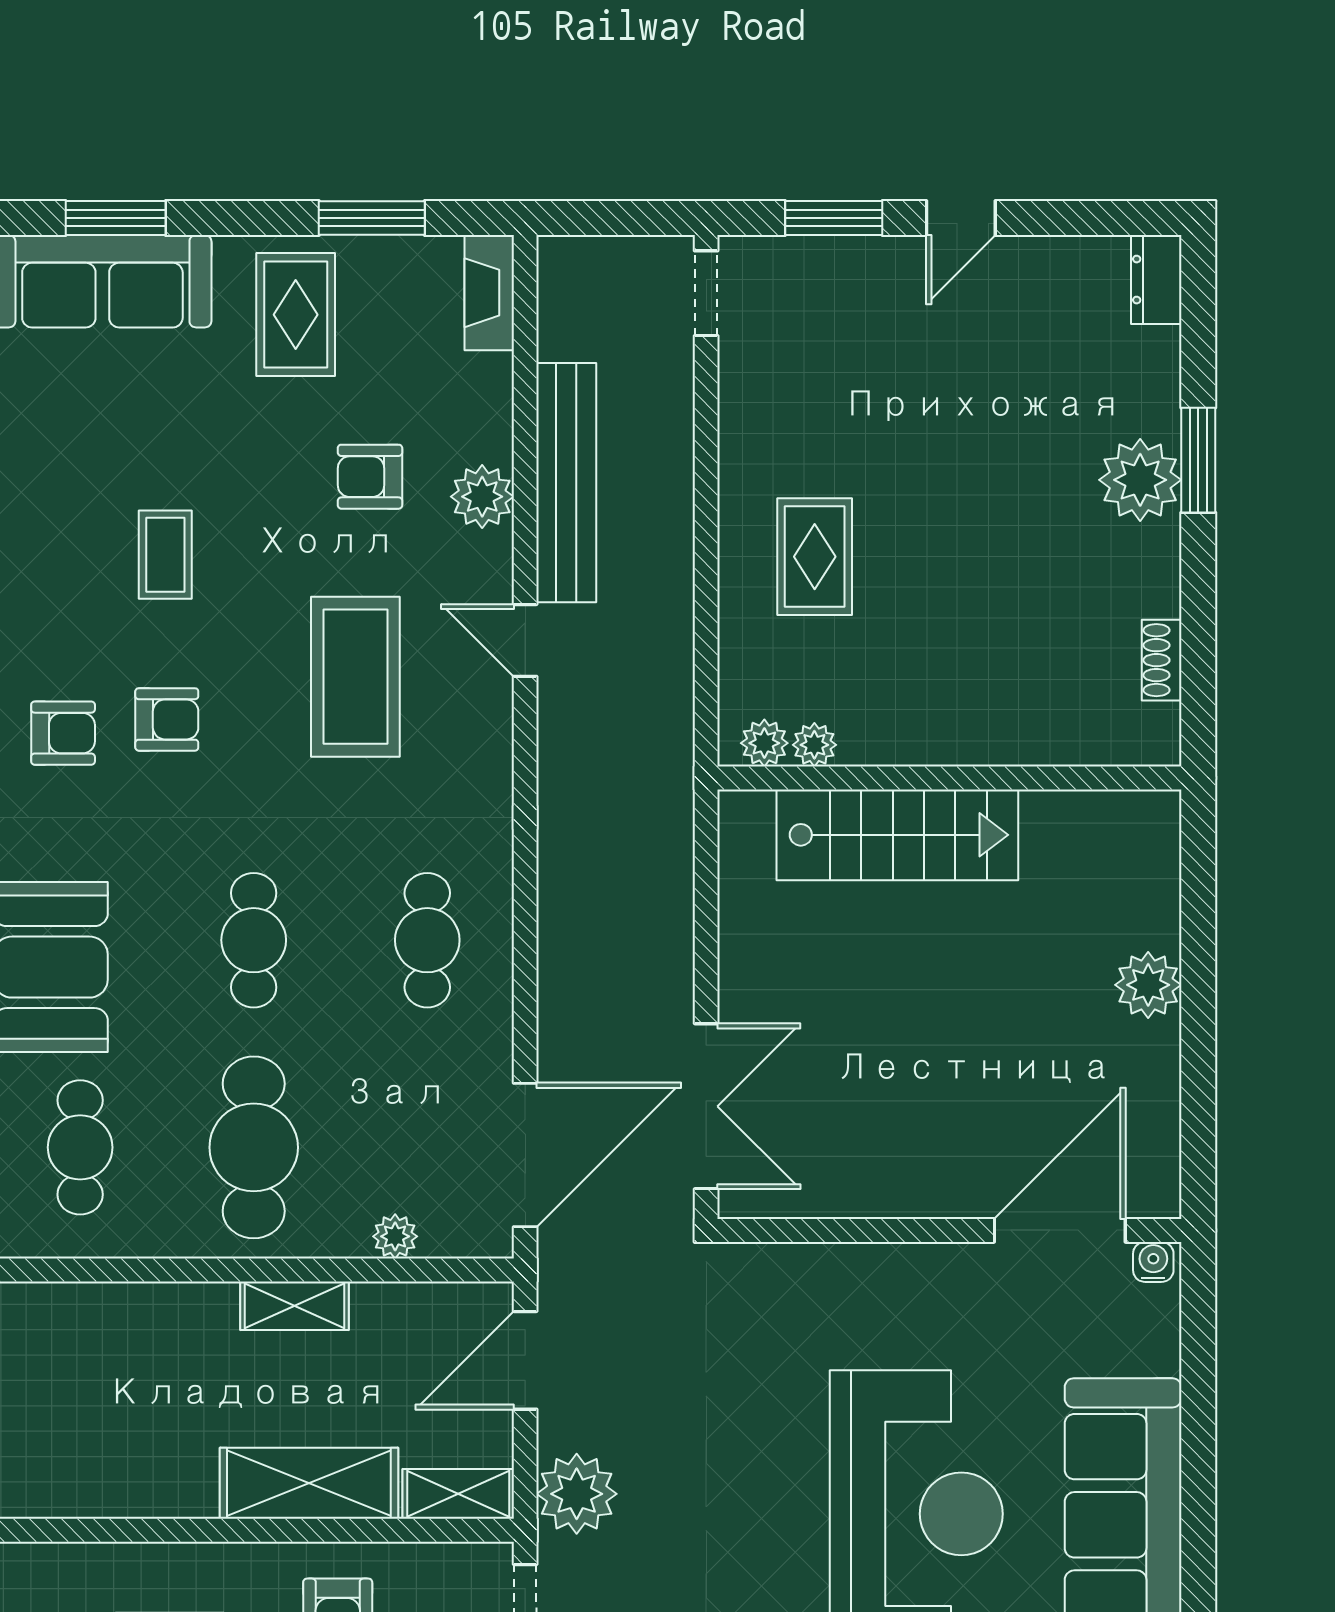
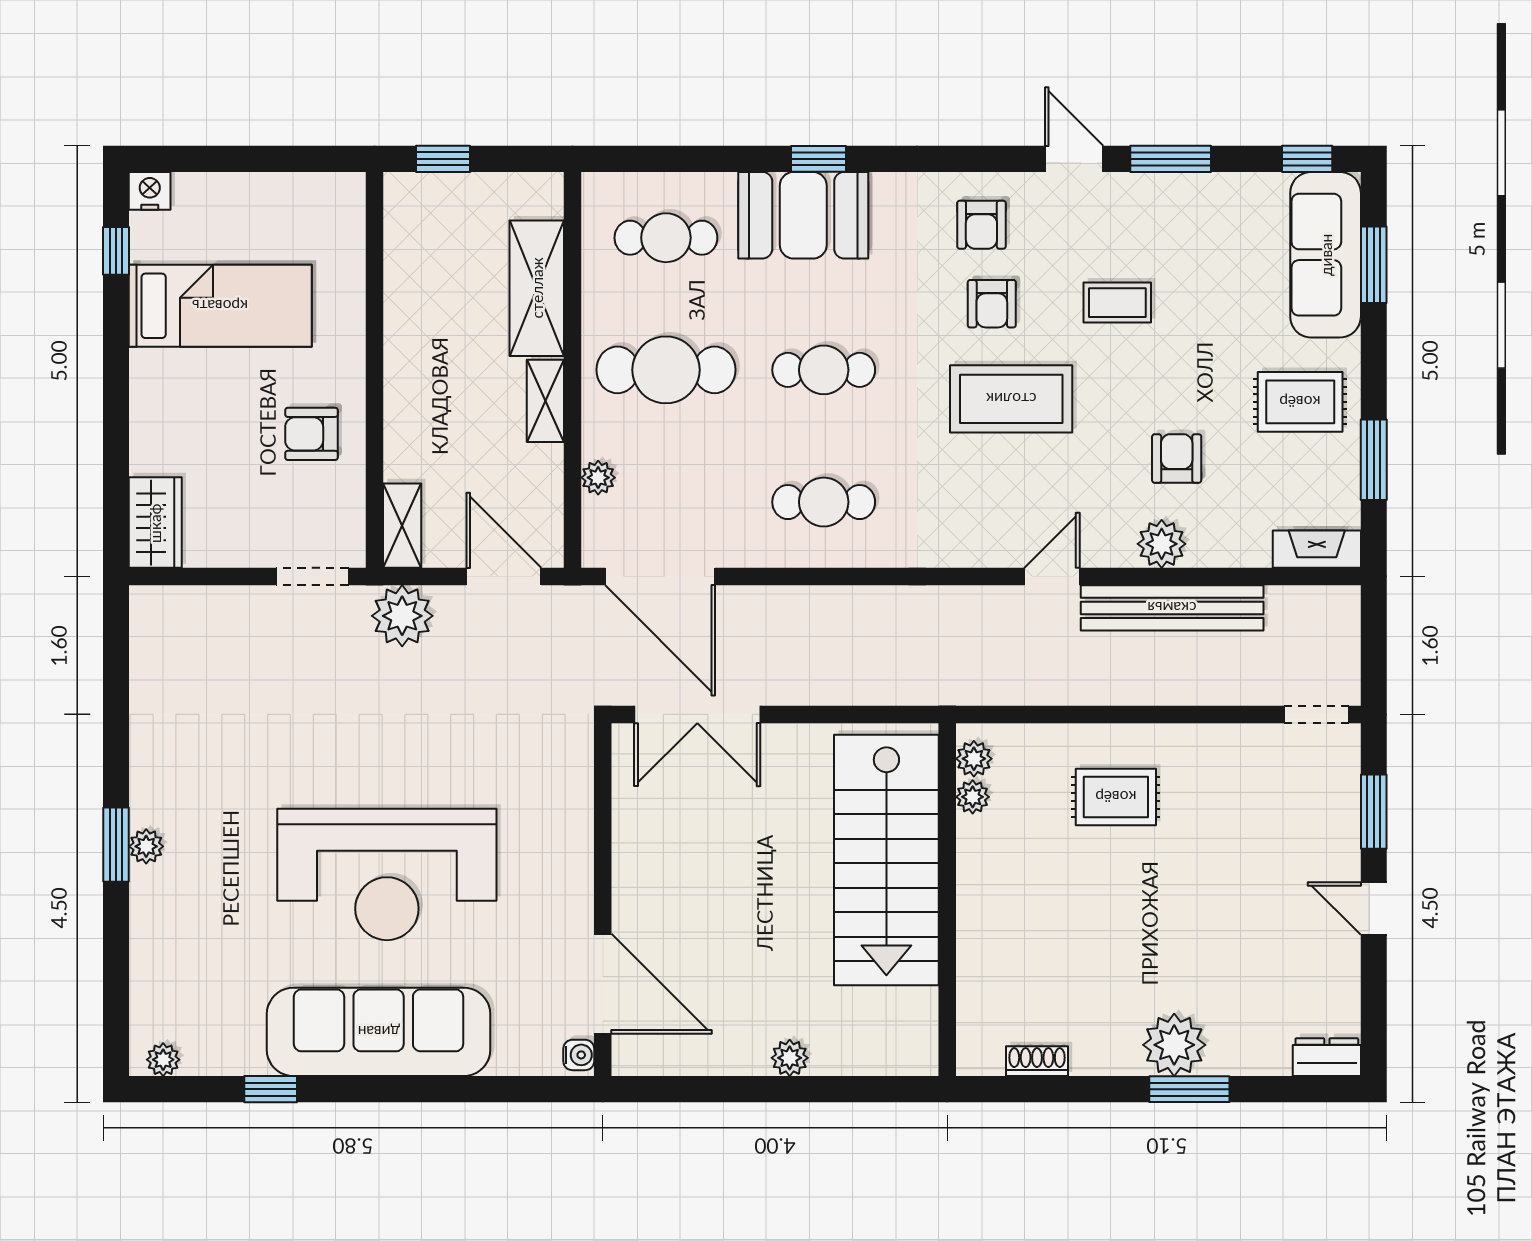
coffee table: (355, 677) -> (1011, 399), moved
stairs: (897, 835) -> (886, 860), width x1.36, depth x1.51
plant: (1148, 985) -> (790, 1058), width x0.73, depth x0.73
shelving: (309, 1483) -> (537, 288), moved

